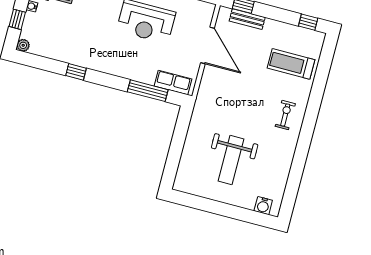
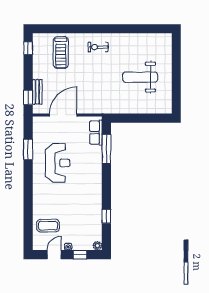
window: (76, 72) -> (106, 216), moved
weight bench: (231, 160) -> (140, 77), turned 180
water cooler: (263, 206) -> (166, 46), removed

